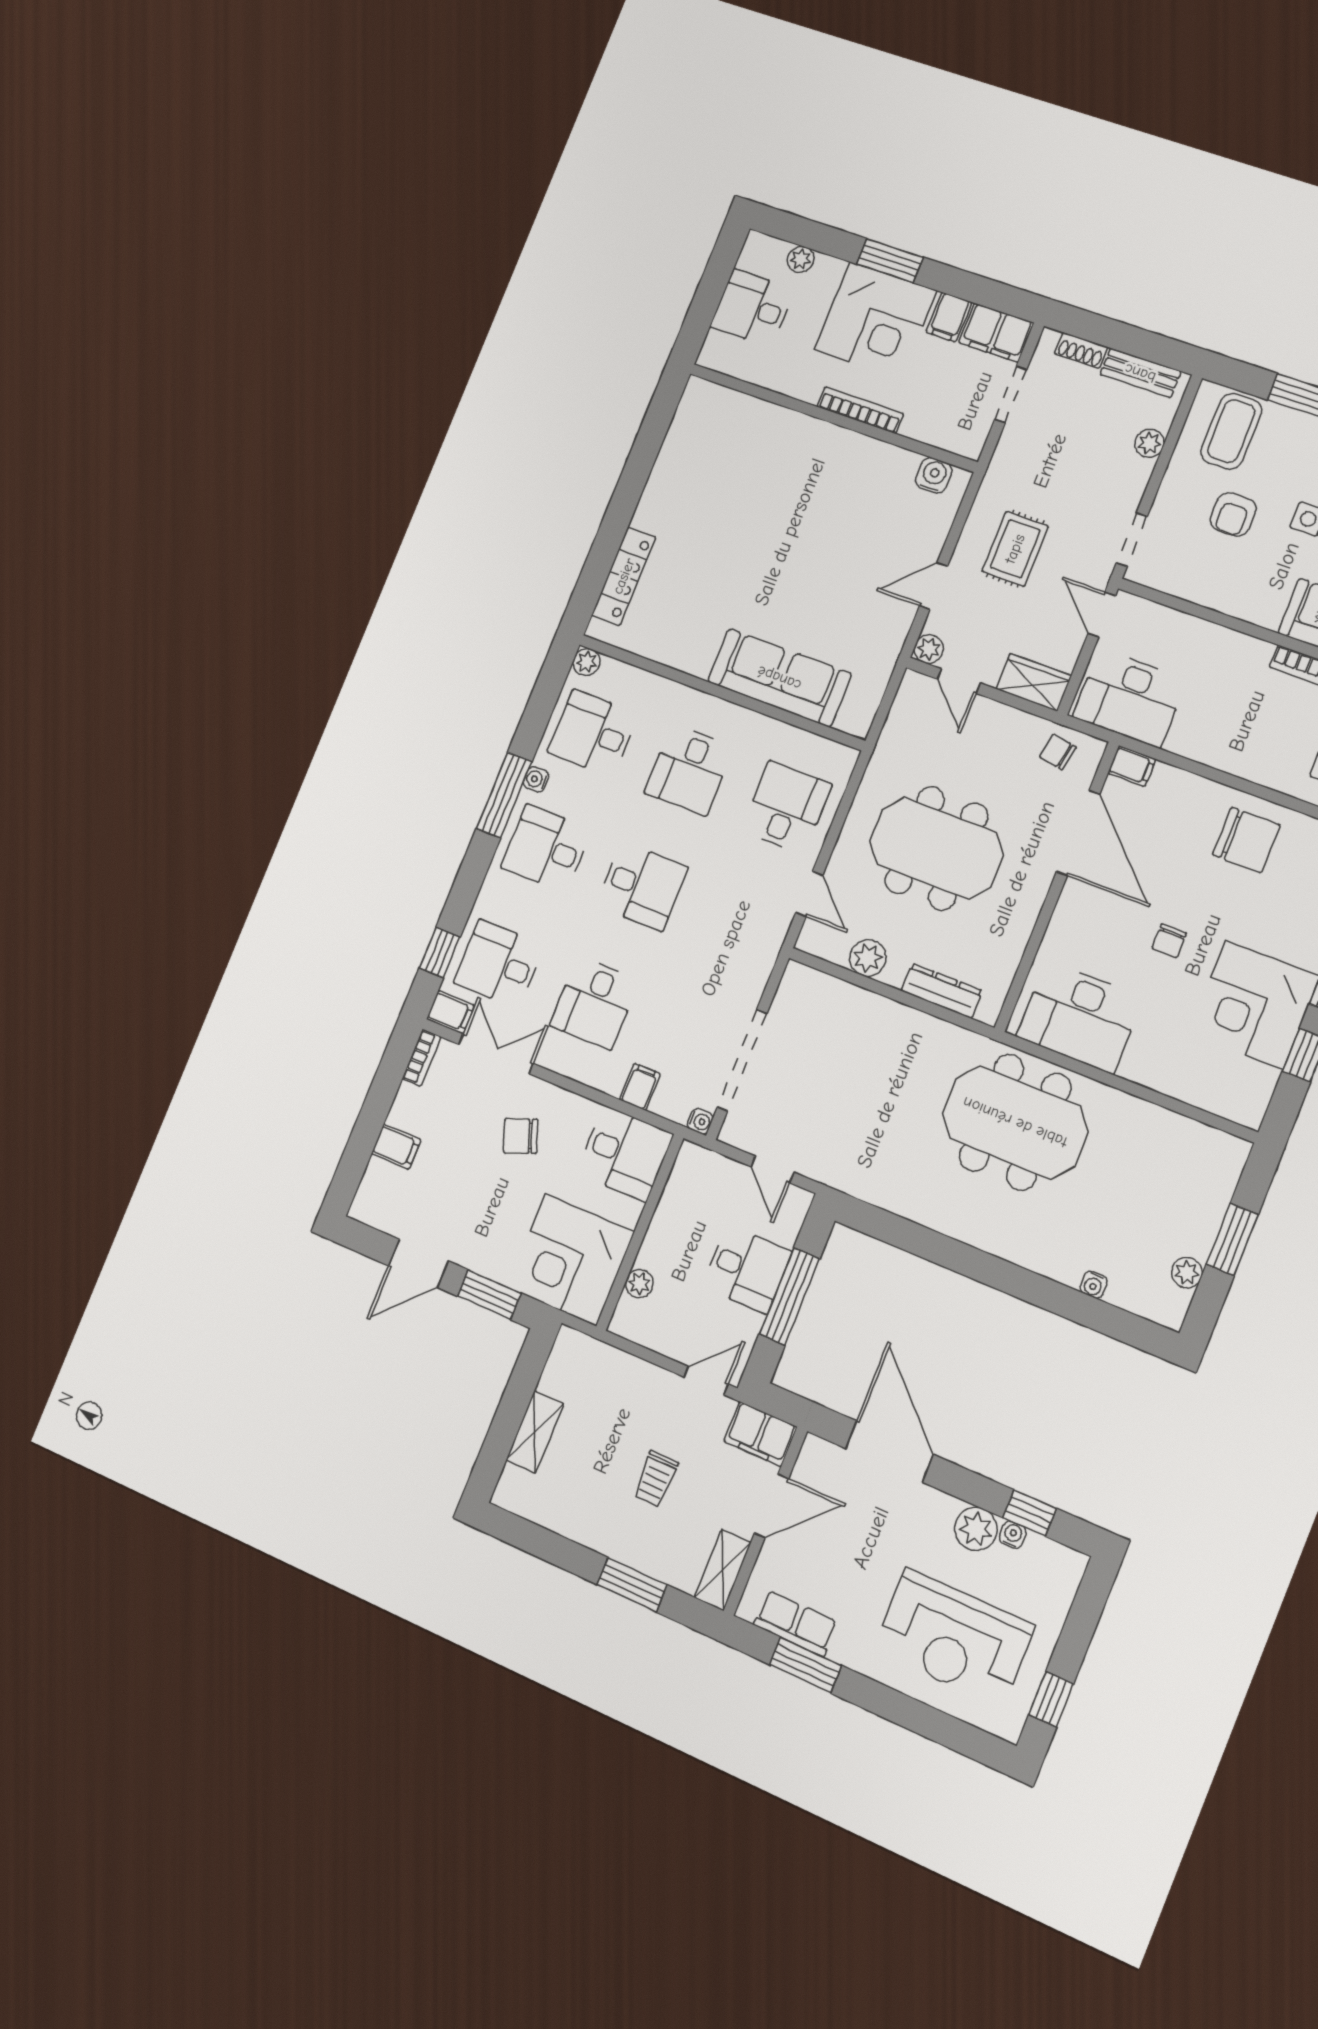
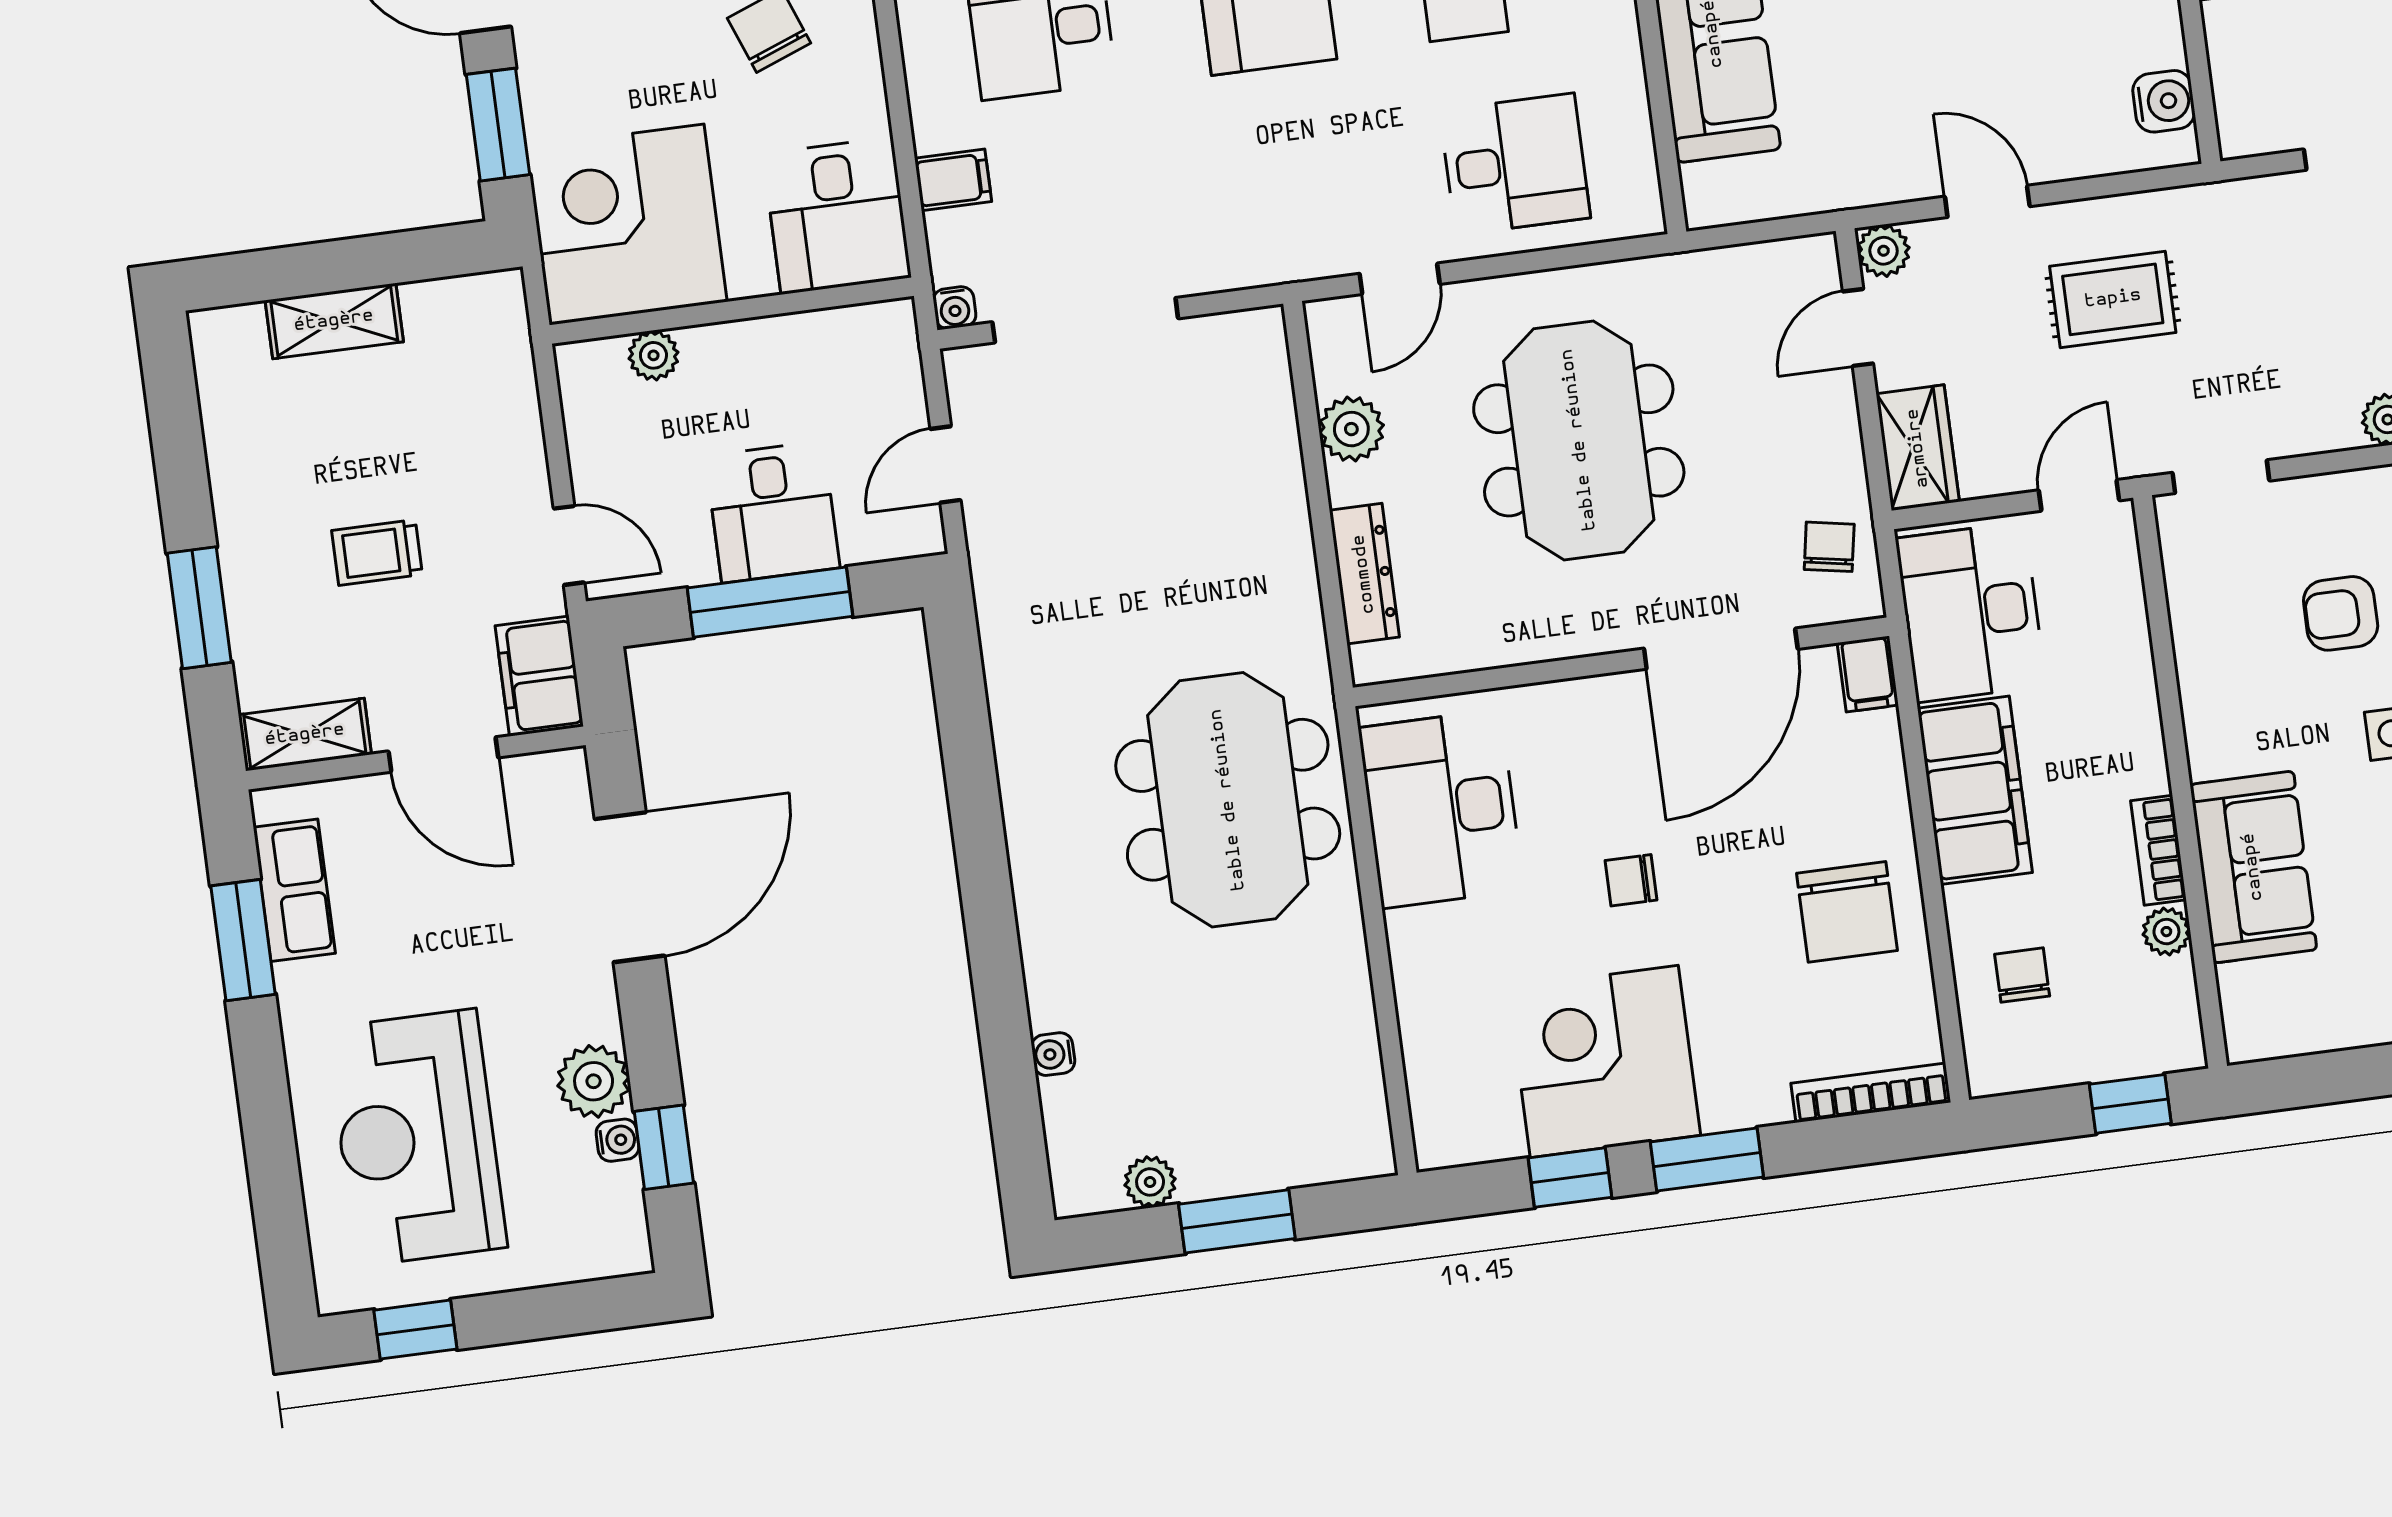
filing cabinet: (1220, 743) -> (1975, 790), added

